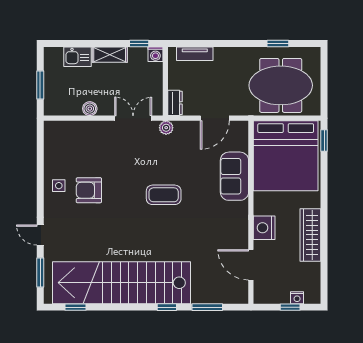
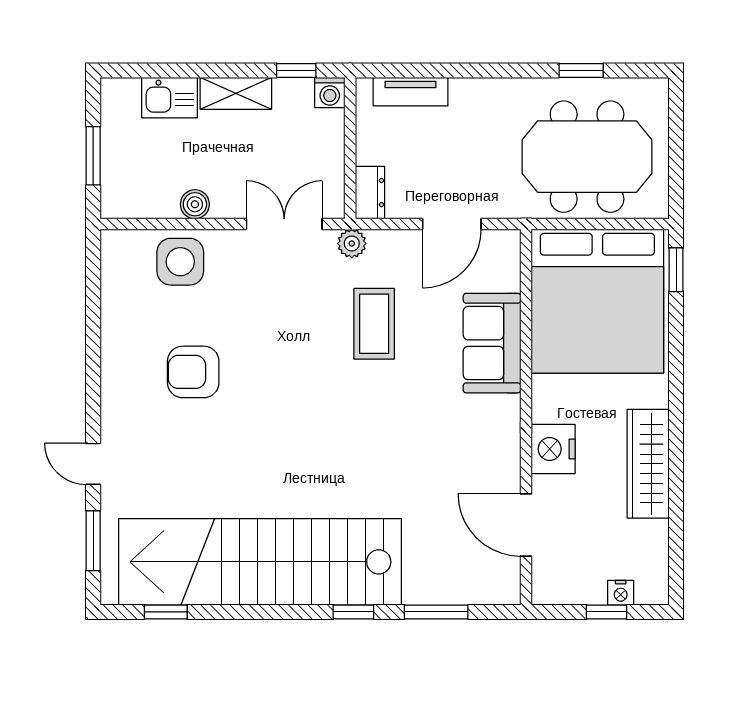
side table: (59, 186) -> (180, 262), moved, width x1.87, depth x1.87
coffee table: (164, 195) -> (374, 324), moved, turned 90

